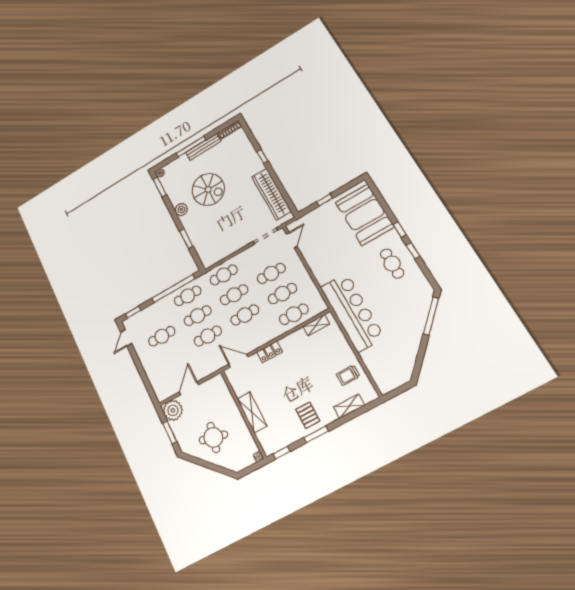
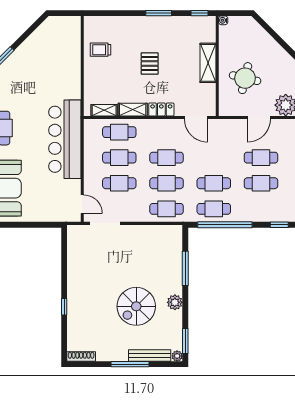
bench: (203, 147) -> (150, 355), moved
spiral stairs: (208, 189) -> (136, 306), turned -90
wardrobe: (271, 194) -> (76, 262), removed
window: (324, 200) -> (30, 225), removed
window: (186, 239) -> (185, 268), width x1.44
door: (292, 240) -> (82, 204), swing flipped
bar counter: (352, 312) -> (65, 139), moved
cafe table: (208, 336) -> (261, 158), moved
trolley: (348, 375) -> (101, 50), turned 180
shelving: (349, 406) -> (133, 110), moved
pallet: (308, 415) -> (150, 63), moved
round table: (213, 437) -> (245, 78), moved

